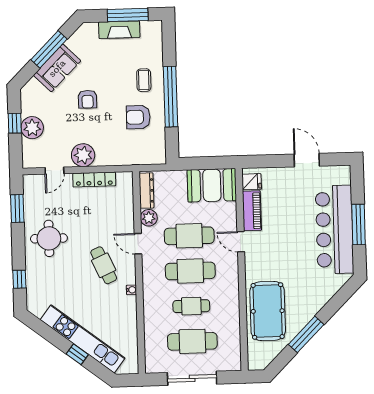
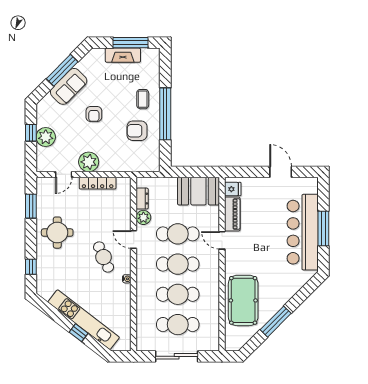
dresser: (146, 191) -> (142, 199), width x0.70
cafe table: (191, 306) -> (178, 294), width x1.37, depth x1.35

